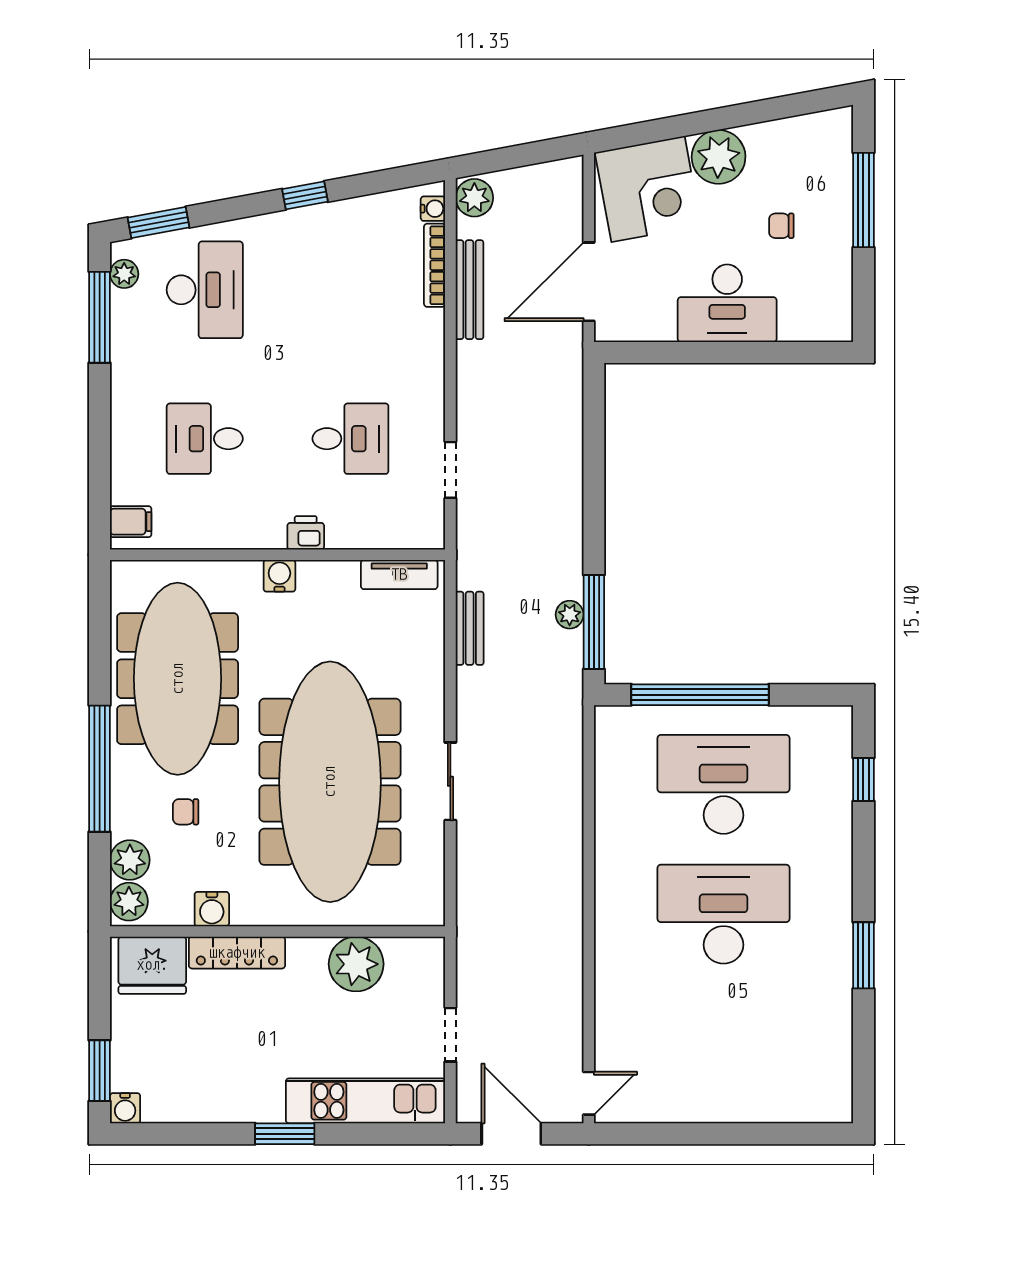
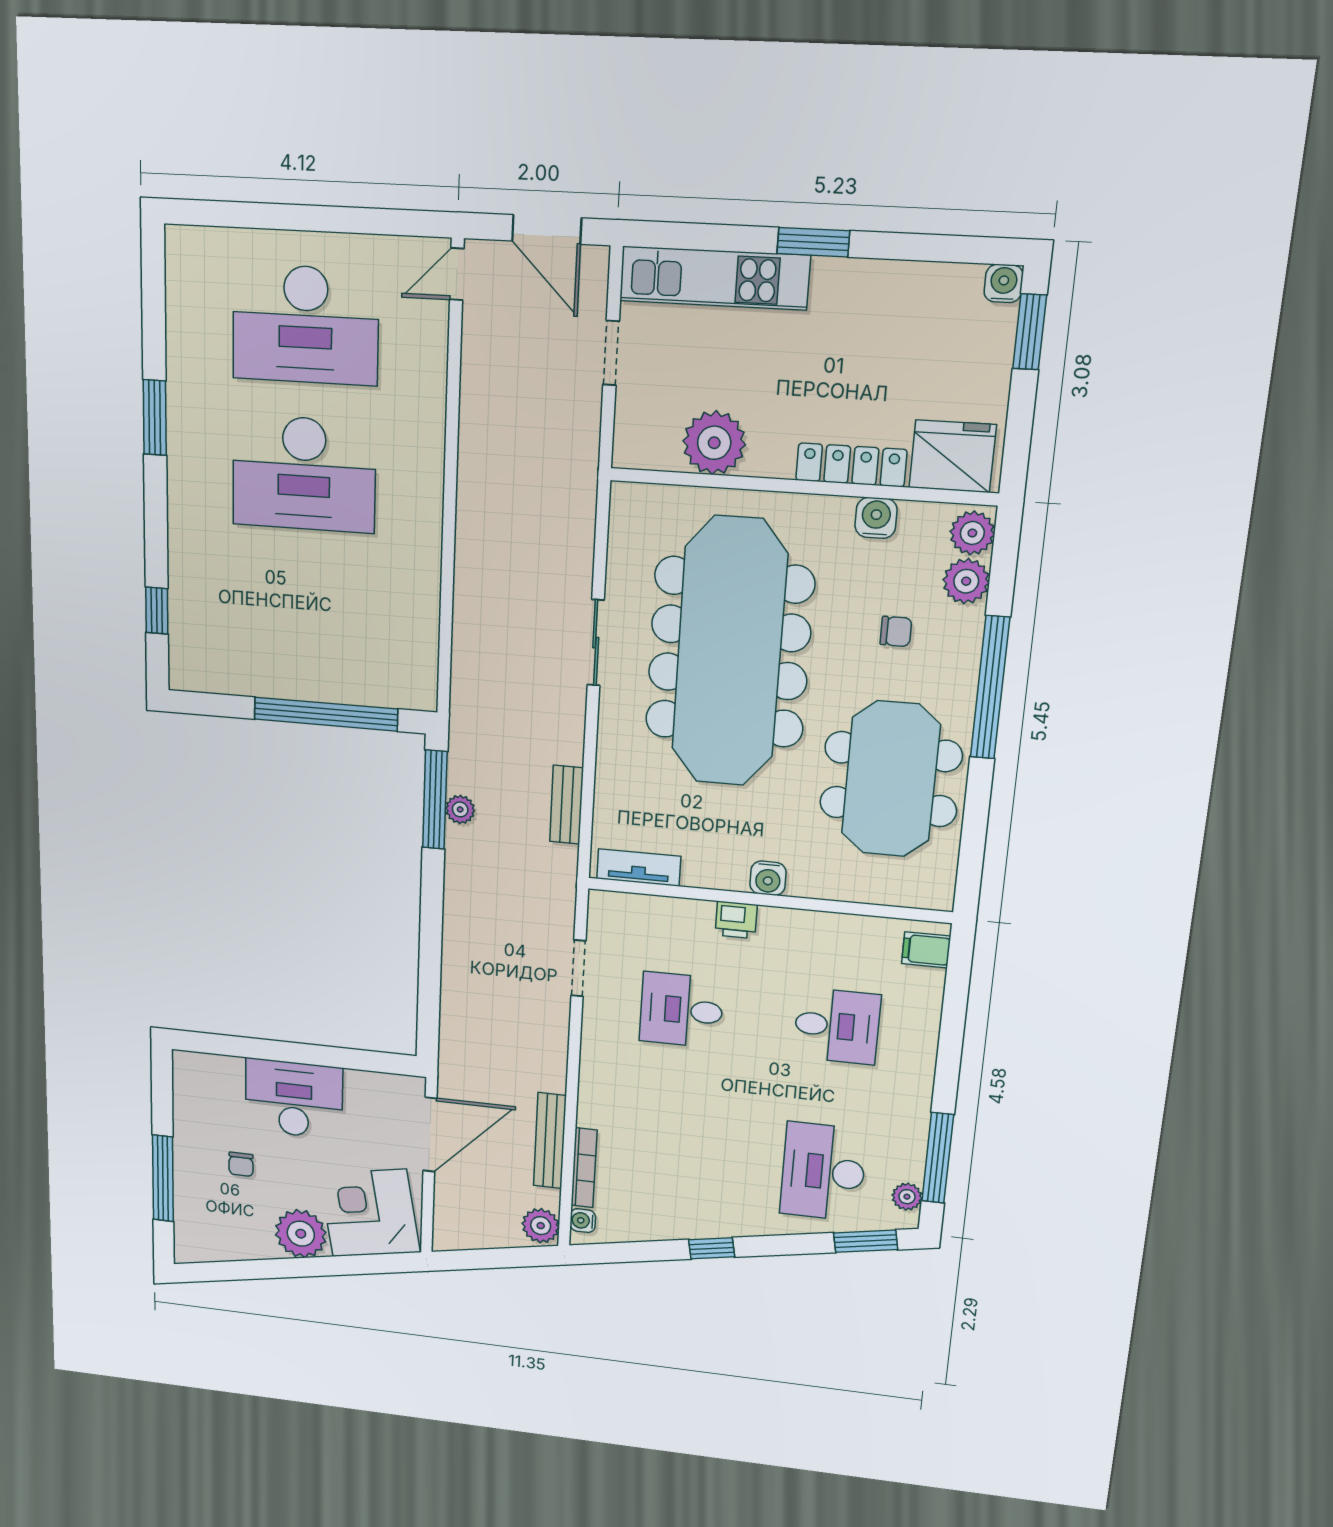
chair: (781, 226) -> (241, 1164), turned 90
meeting table: (178, 679) -> (891, 779), width x0.73
desk: (723, 784) -> (305, 325), moved

